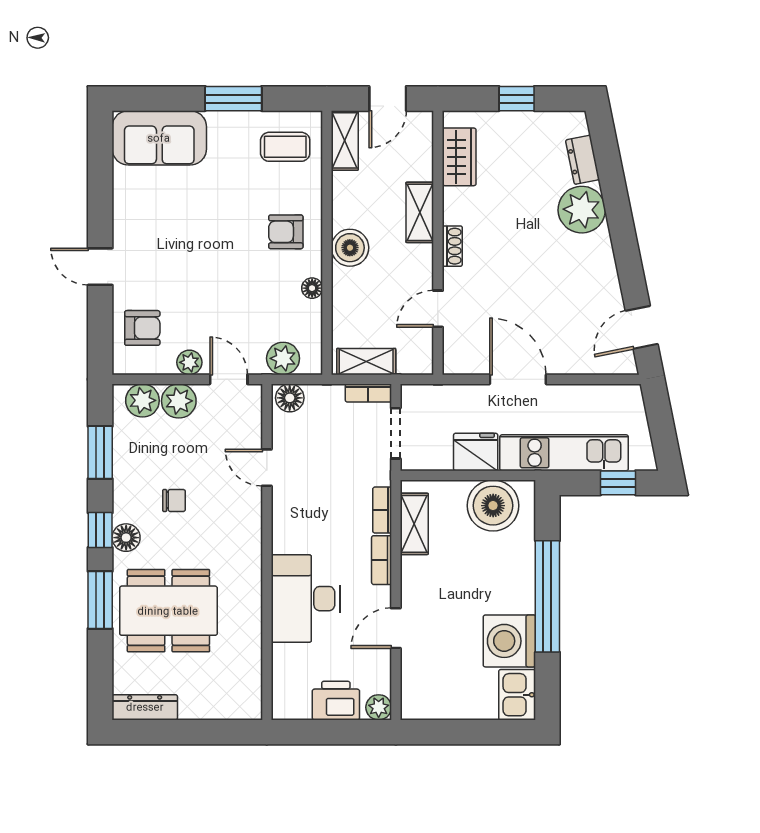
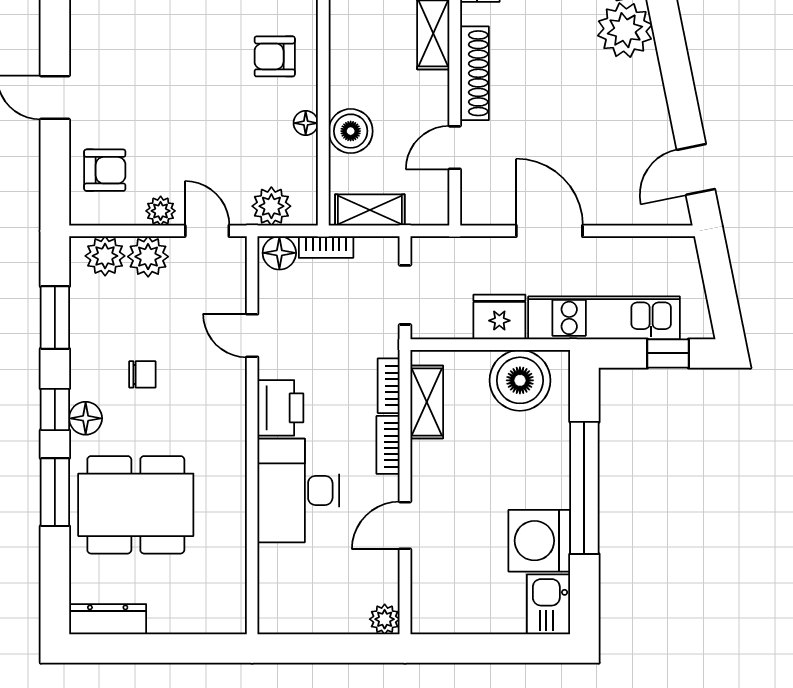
shoe rack: (452, 246) -> (474, 73), width x1.94, depth x1.24
boiler: (350, 248) -> (351, 131), moved
bookcase: (368, 393) -> (326, 247), moved
printer: (336, 701) -> (280, 408), moved, turned 90

